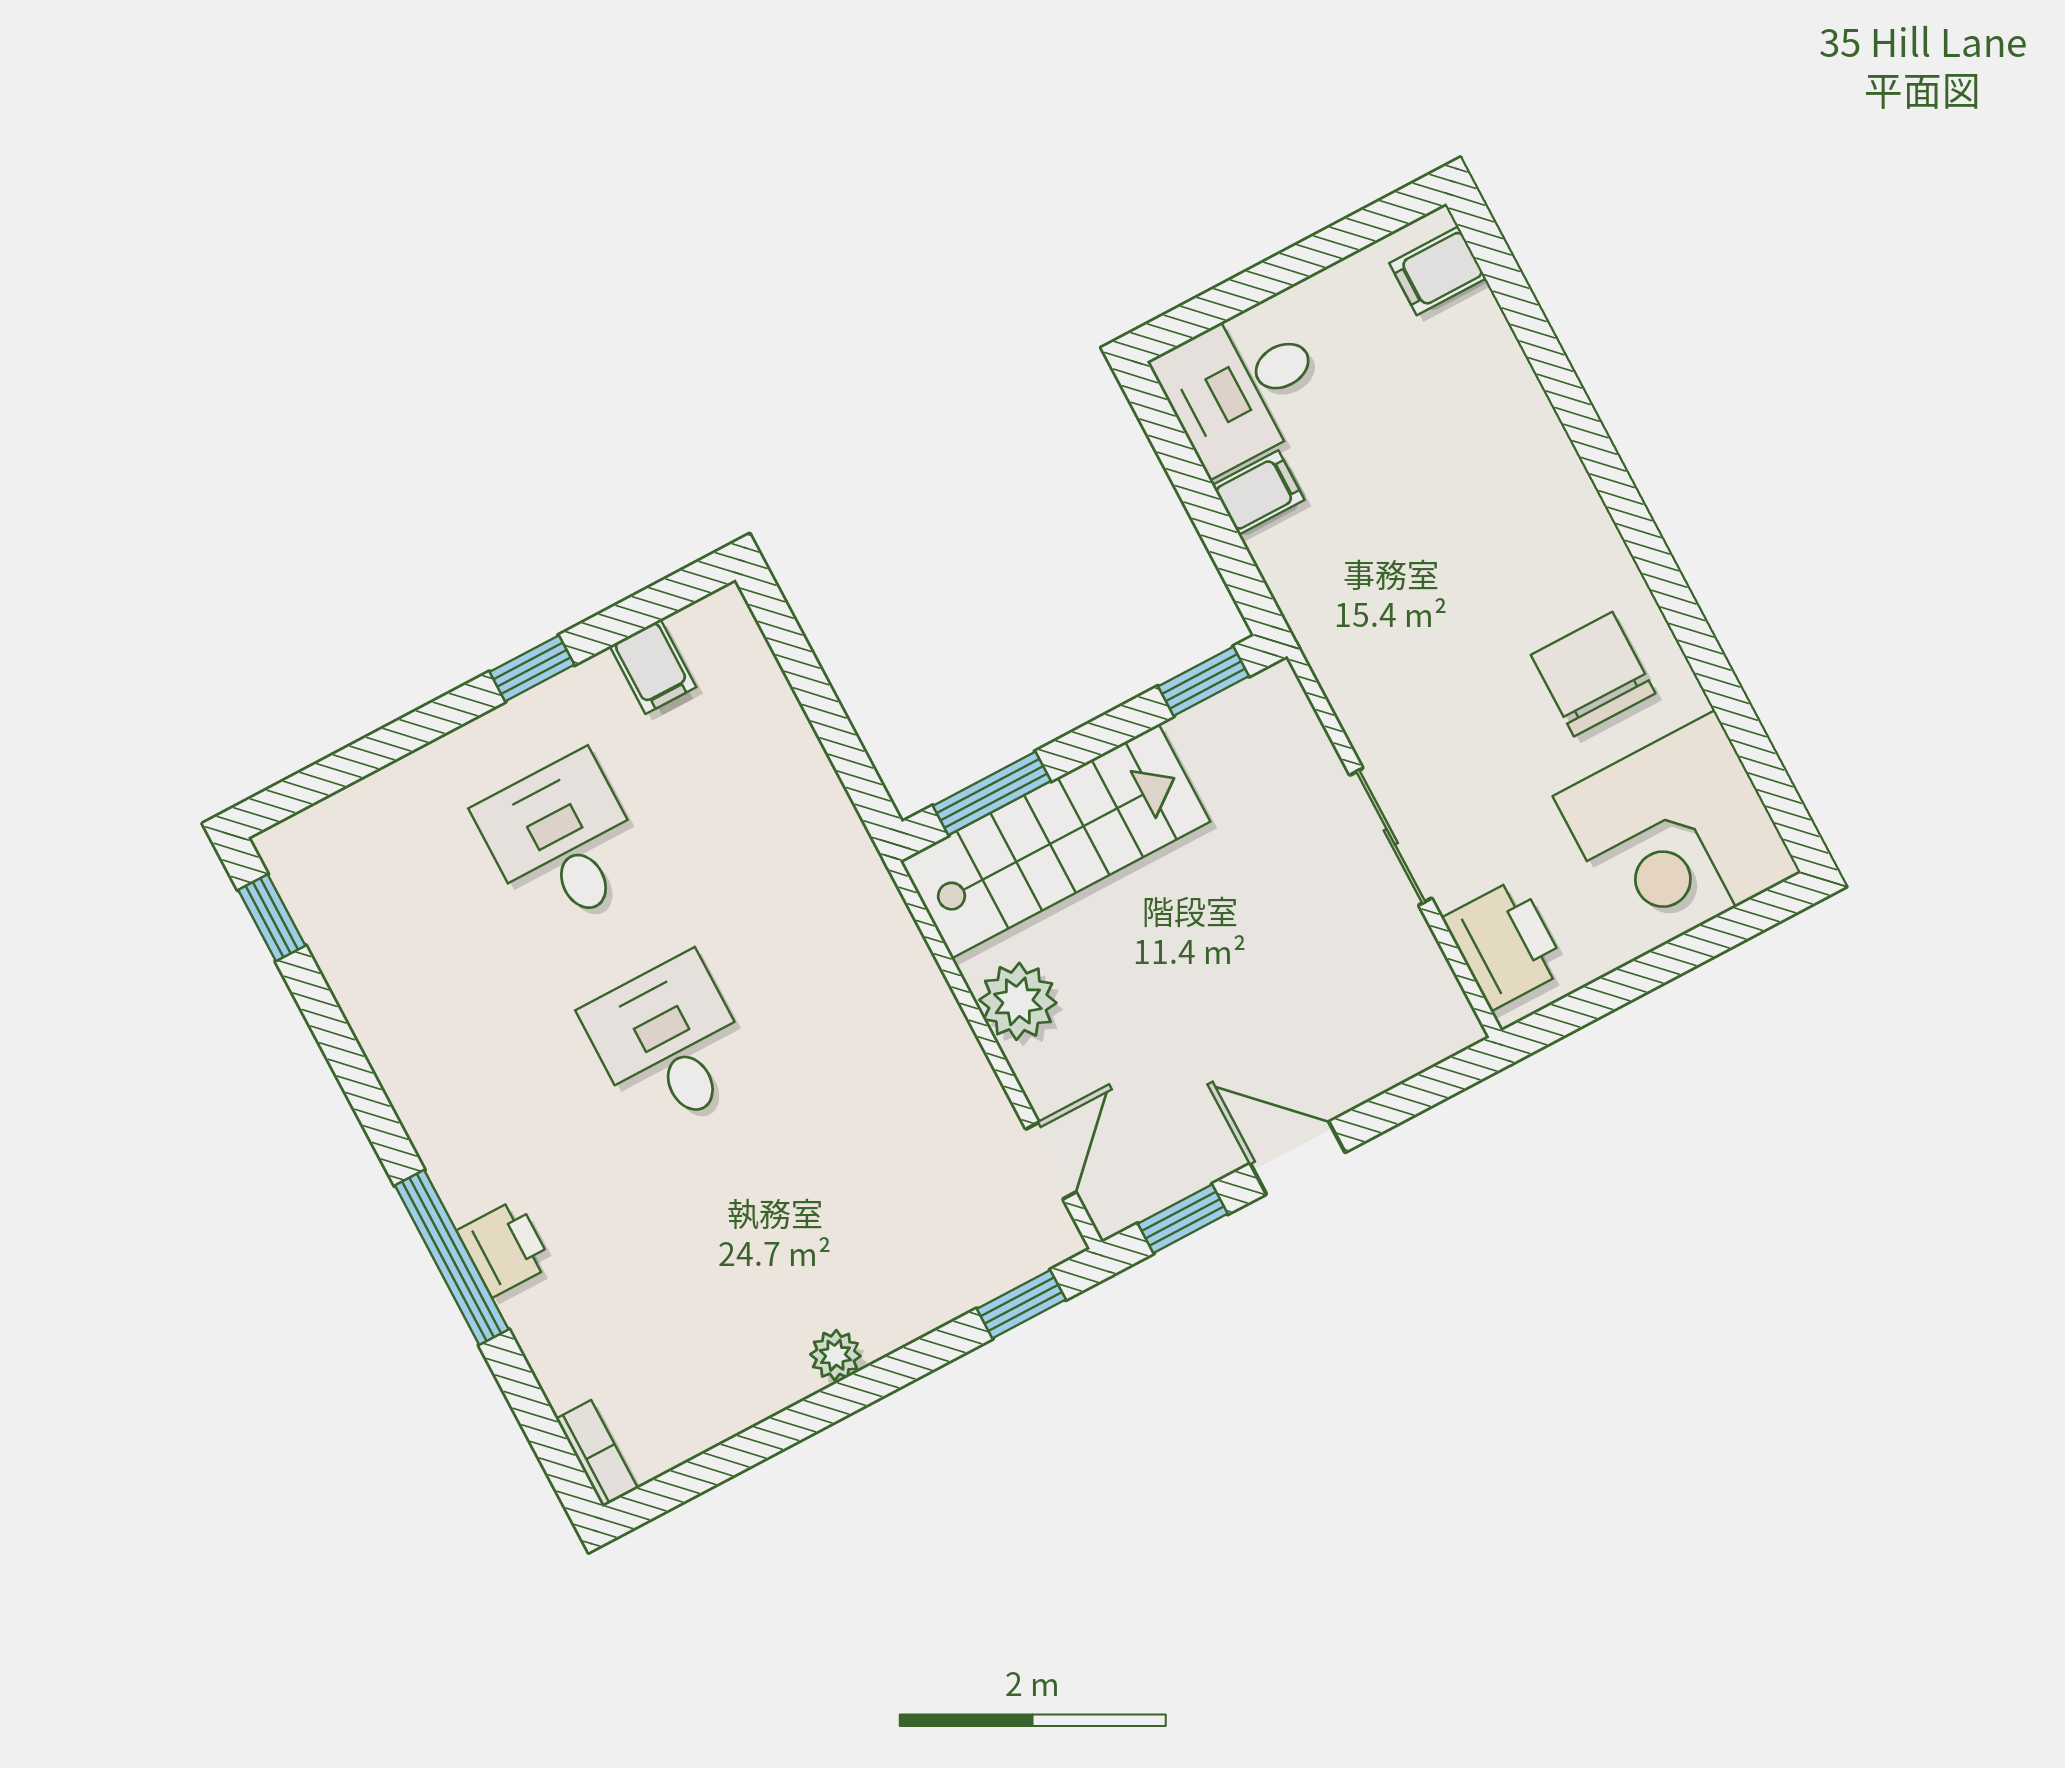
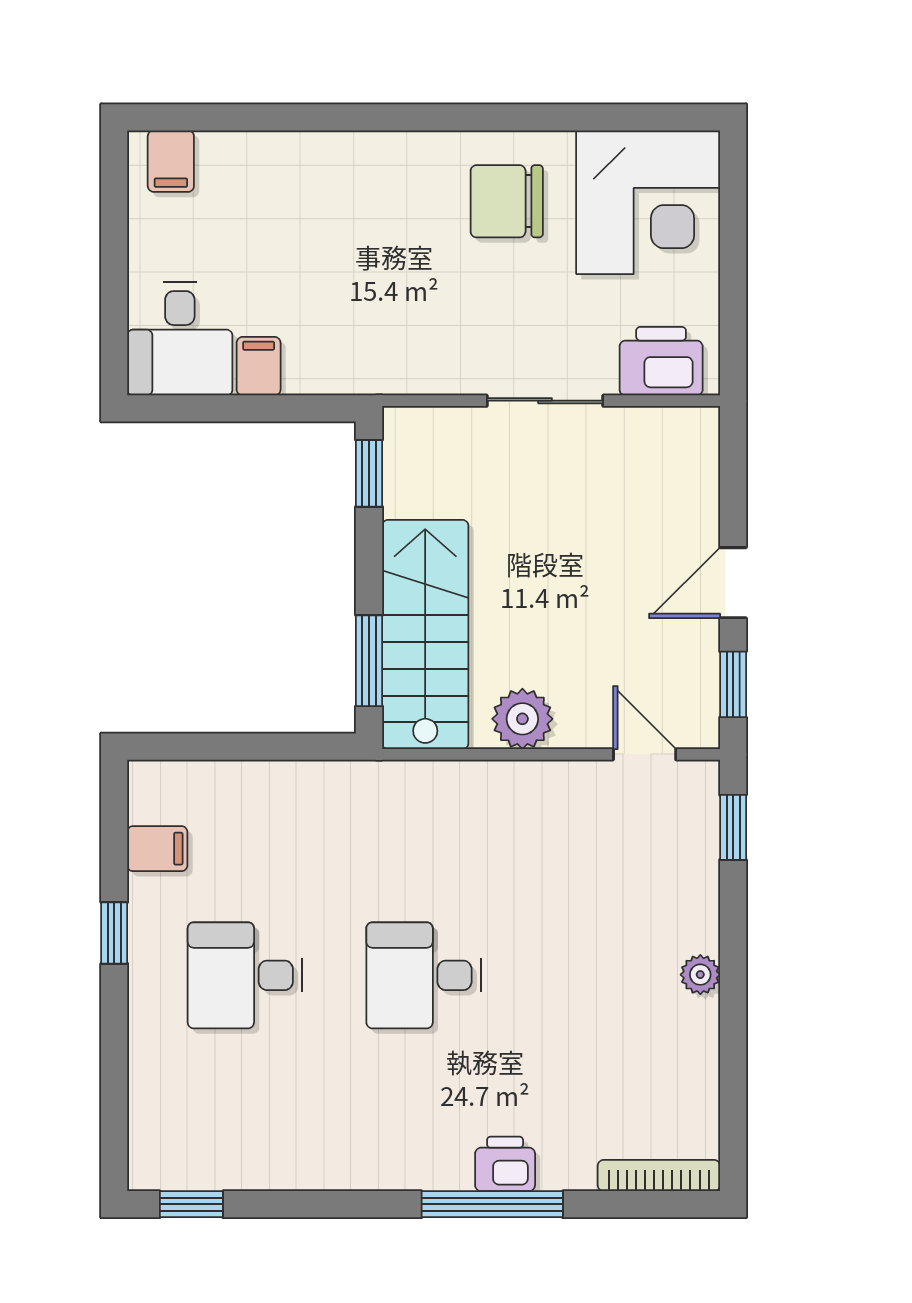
bookcase: (597, 1453) -> (659, 1176), width x1.56

